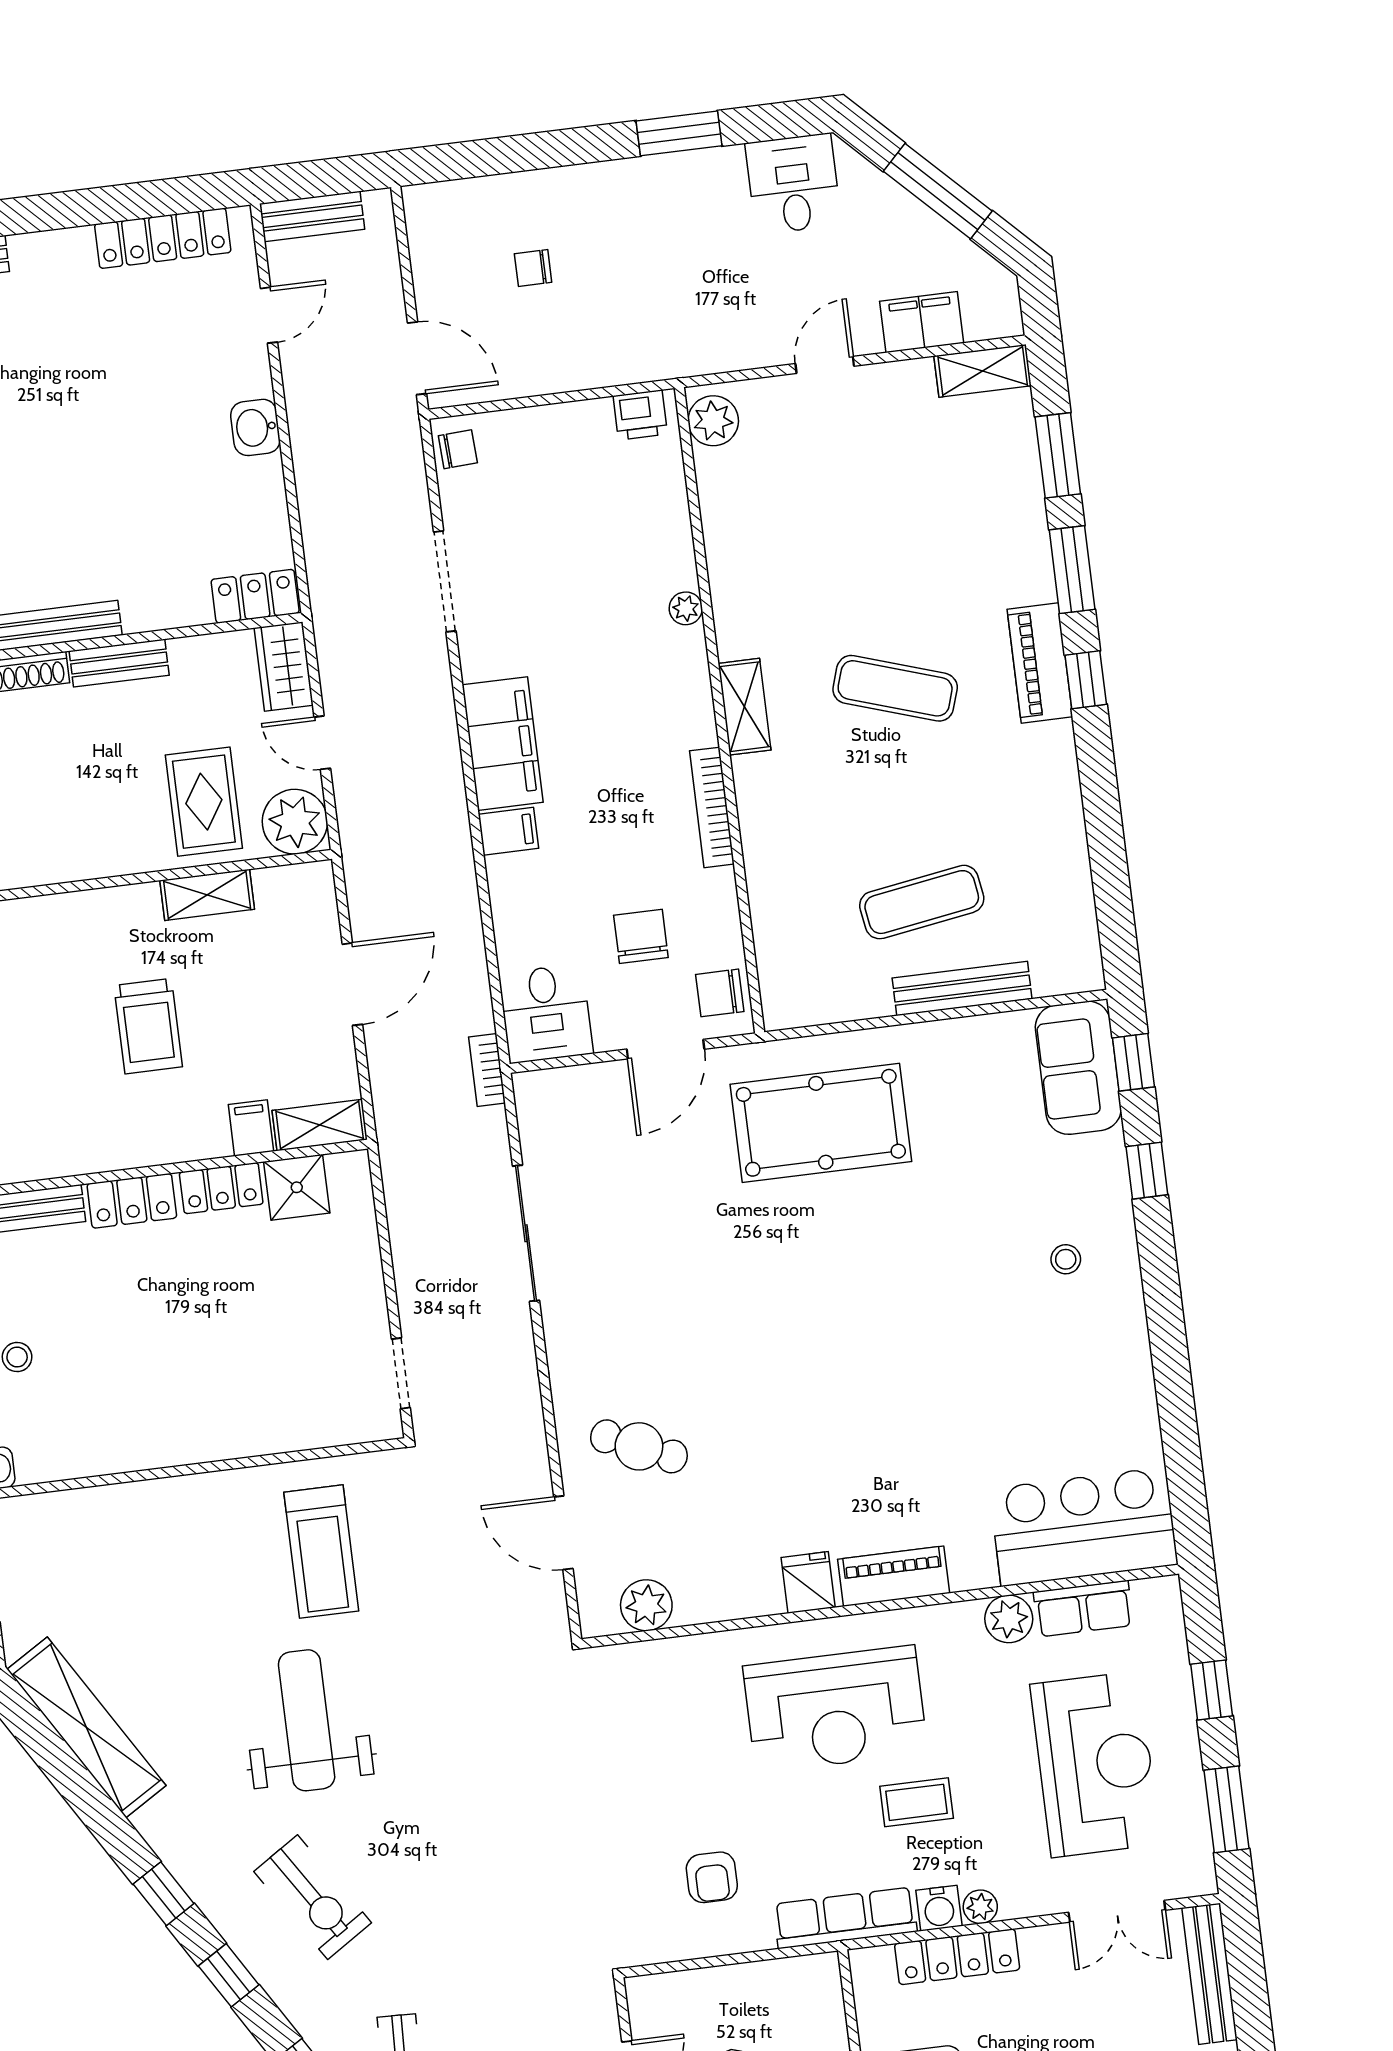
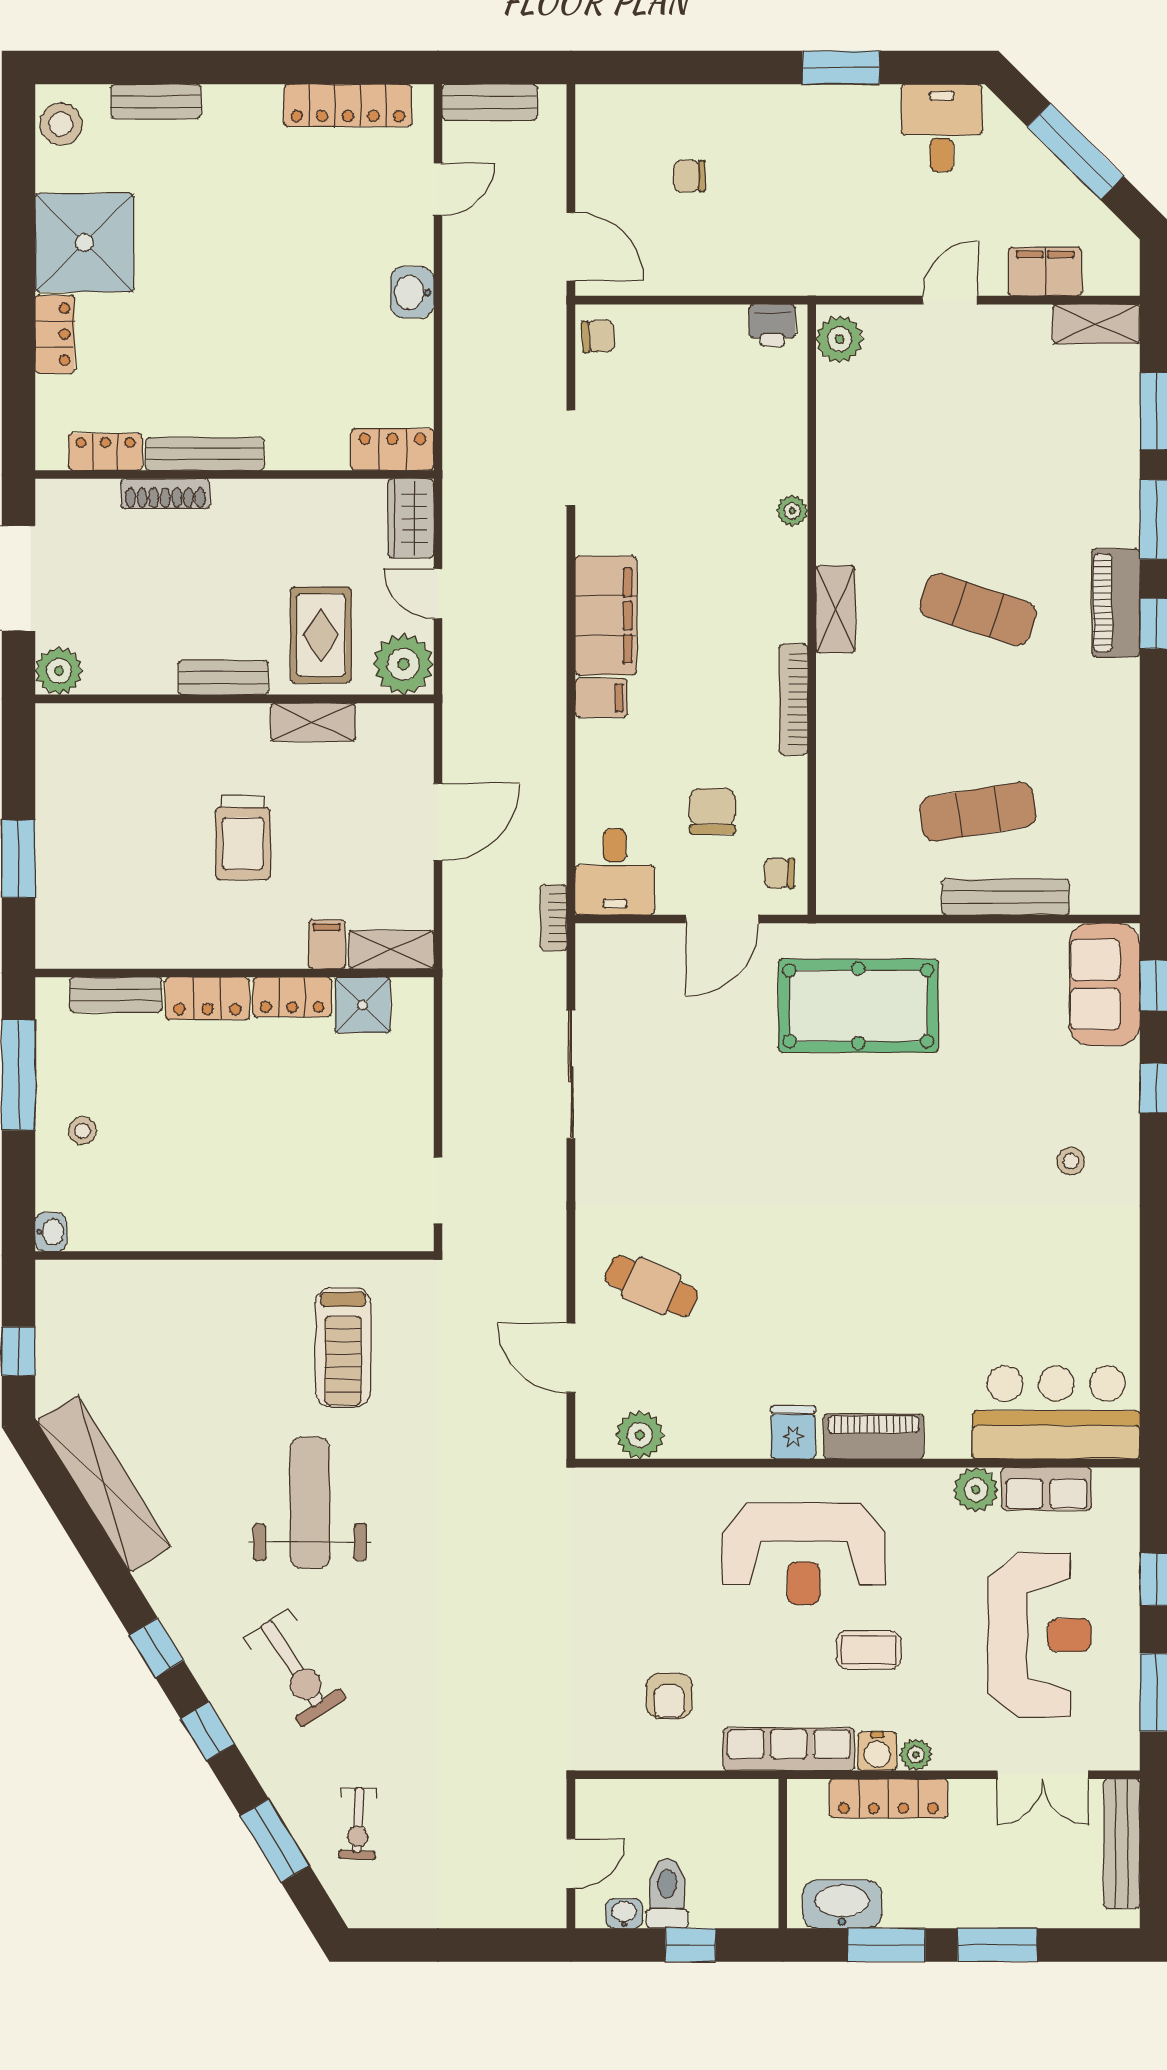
bench: (119, 663) -> (223, 678), moved
chair: (720, 993) -> (779, 873), width x0.73, depth x0.73

